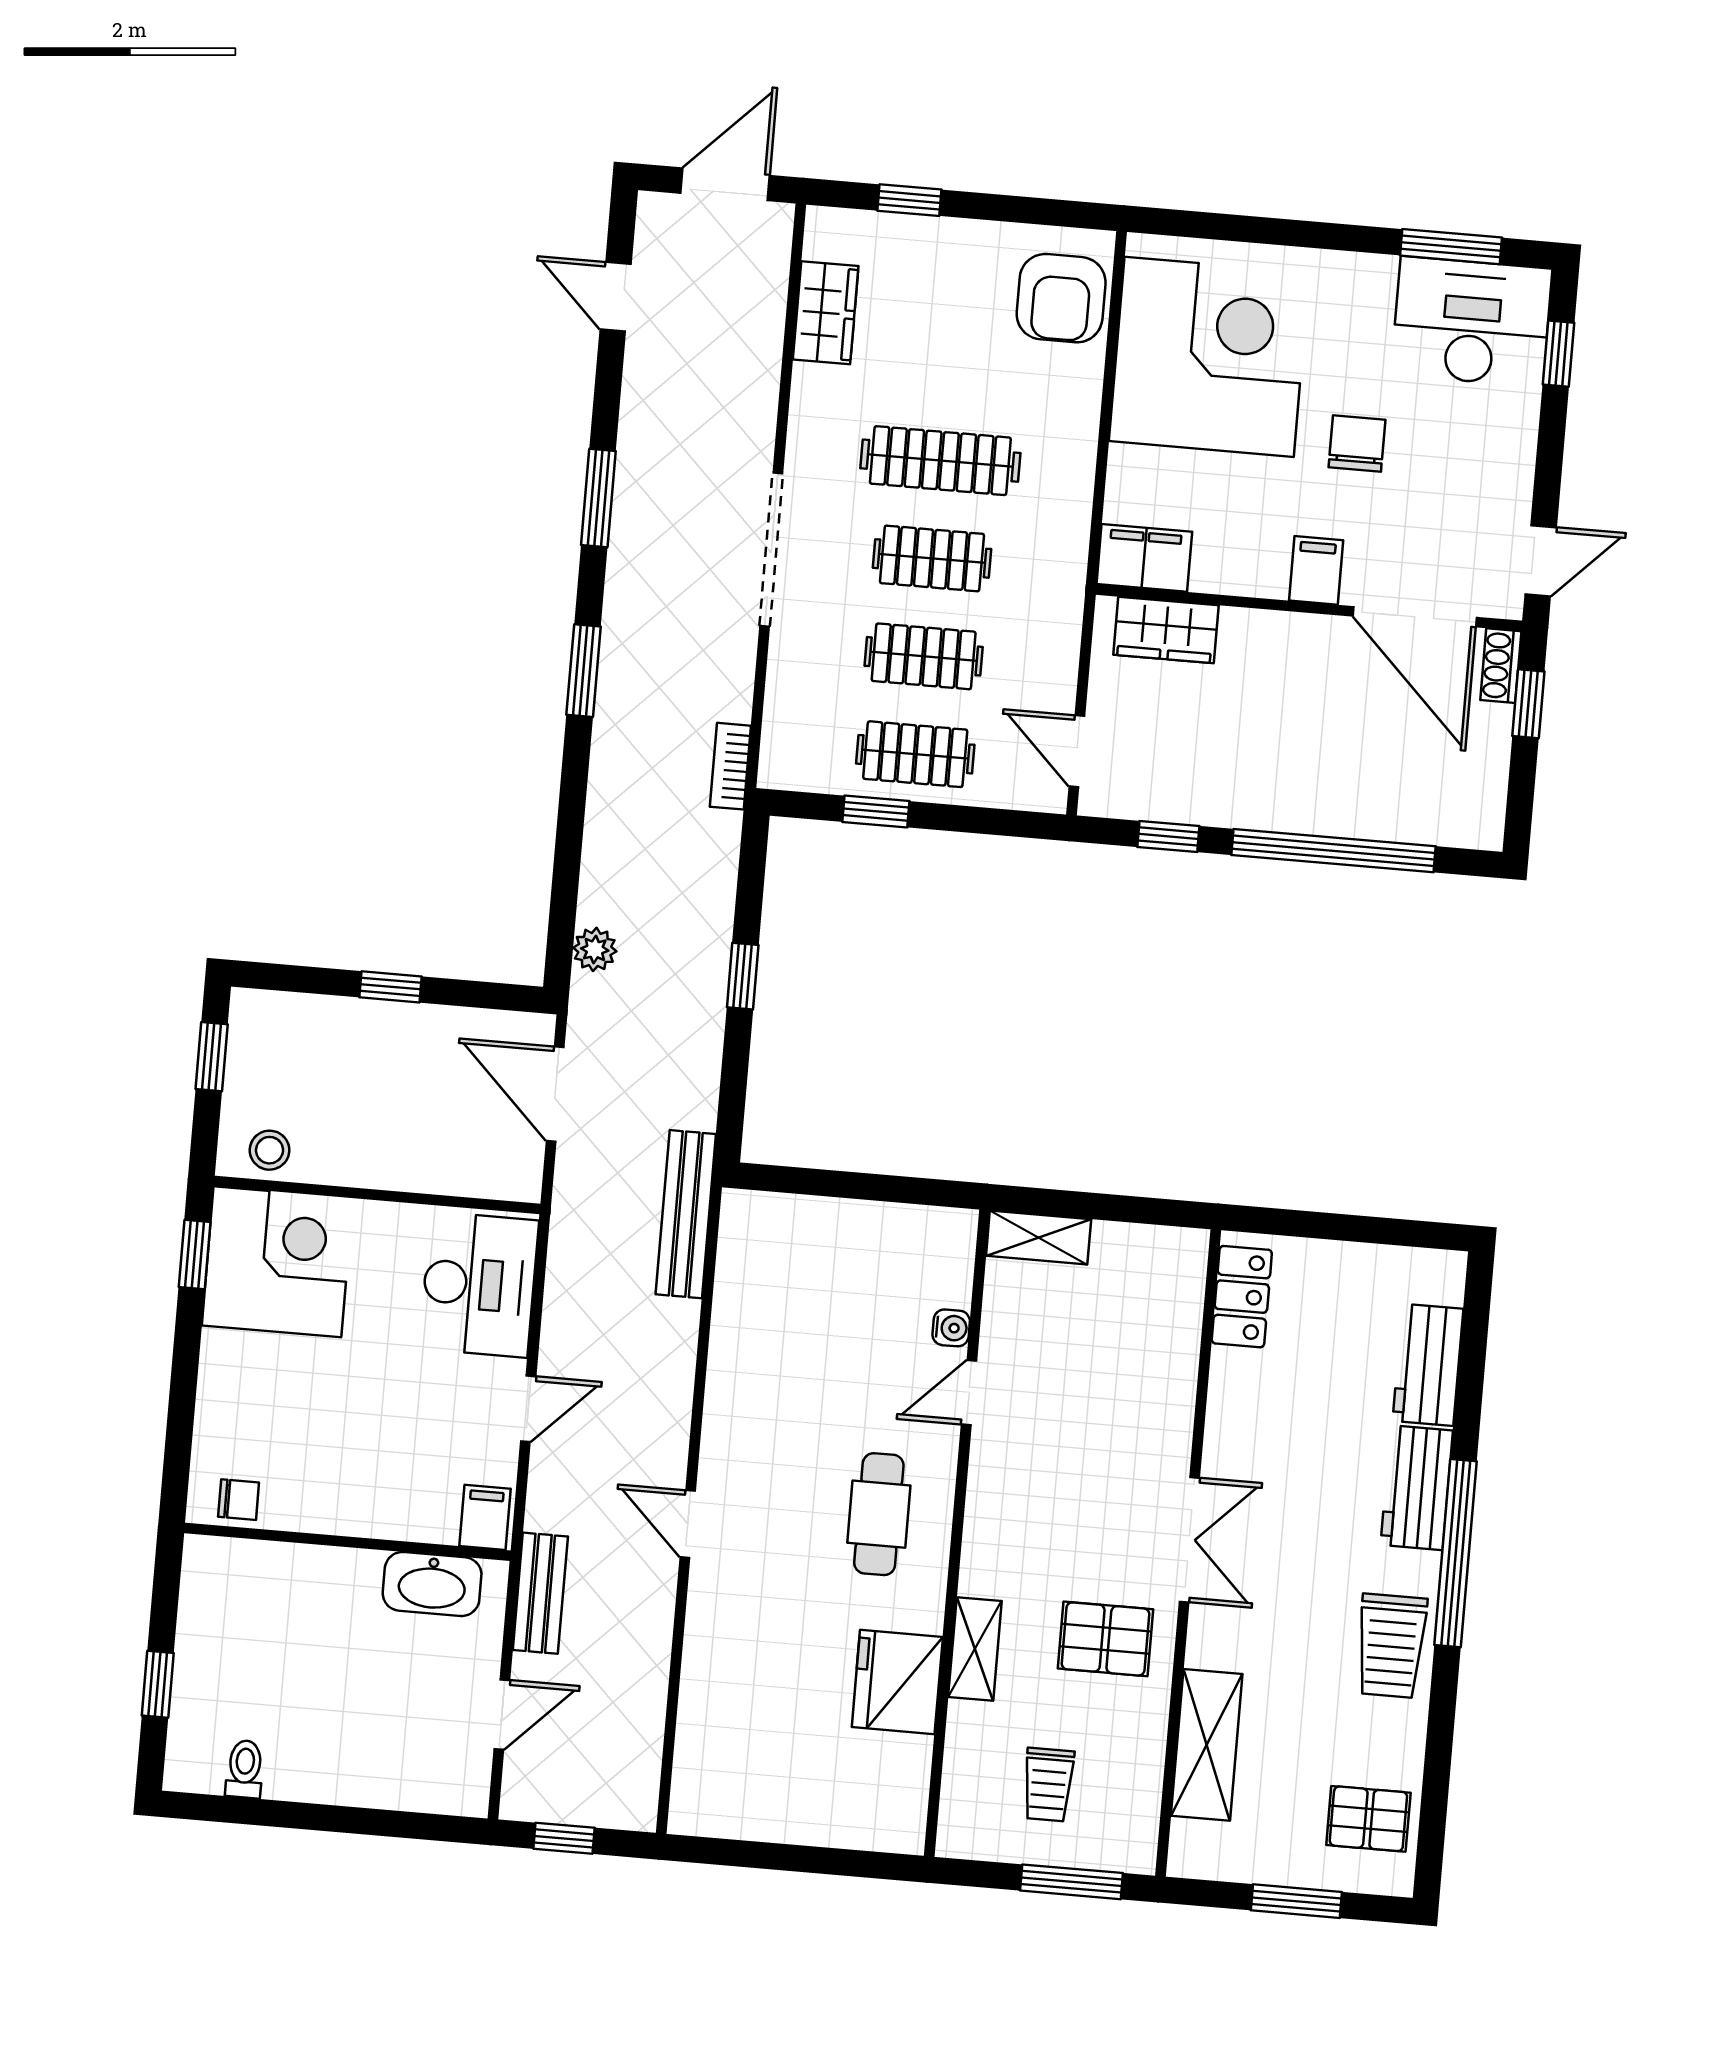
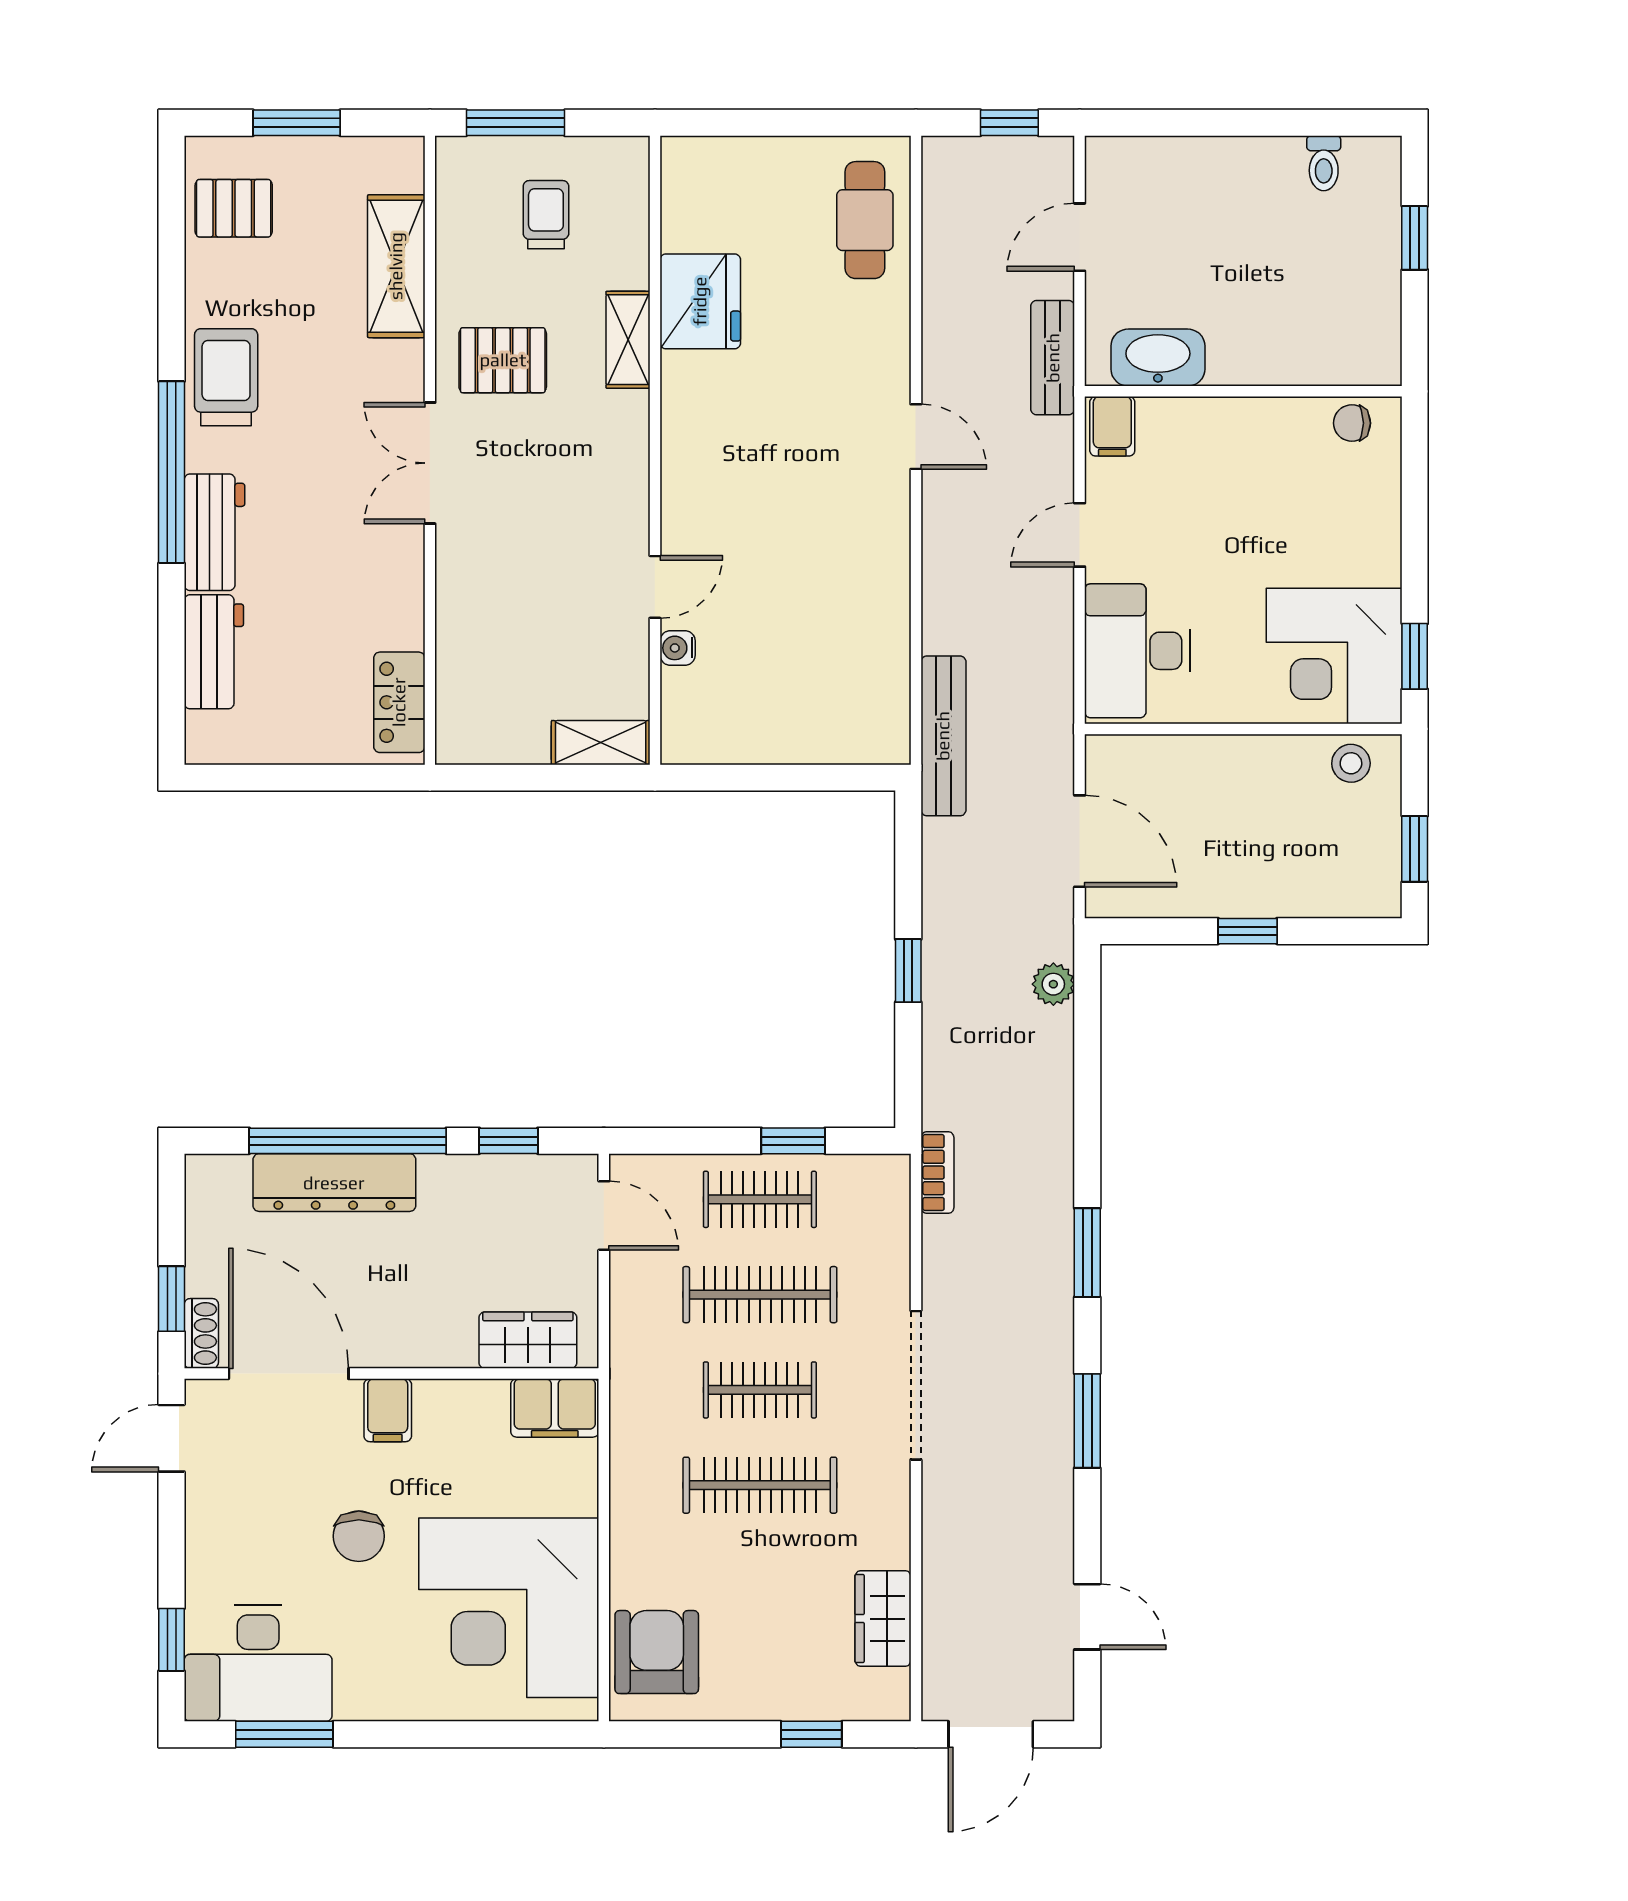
clothes rail: (924, 656) -> (760, 1295), width x1.36
dresser: (1351, 809) -> (334, 1183), added
cafe table: (879, 1514) -> (865, 220), moved

